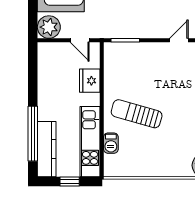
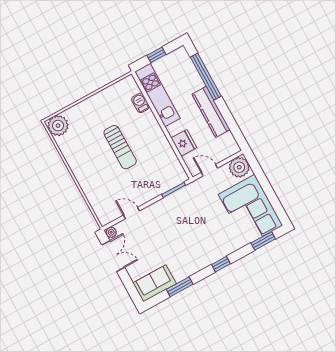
door: (179, 40) -> (131, 213), swing flipped
sun lounger: (137, 114) -> (120, 147), moved, turned 74
kitchen counter: (47, 149) -> (211, 112), moved

